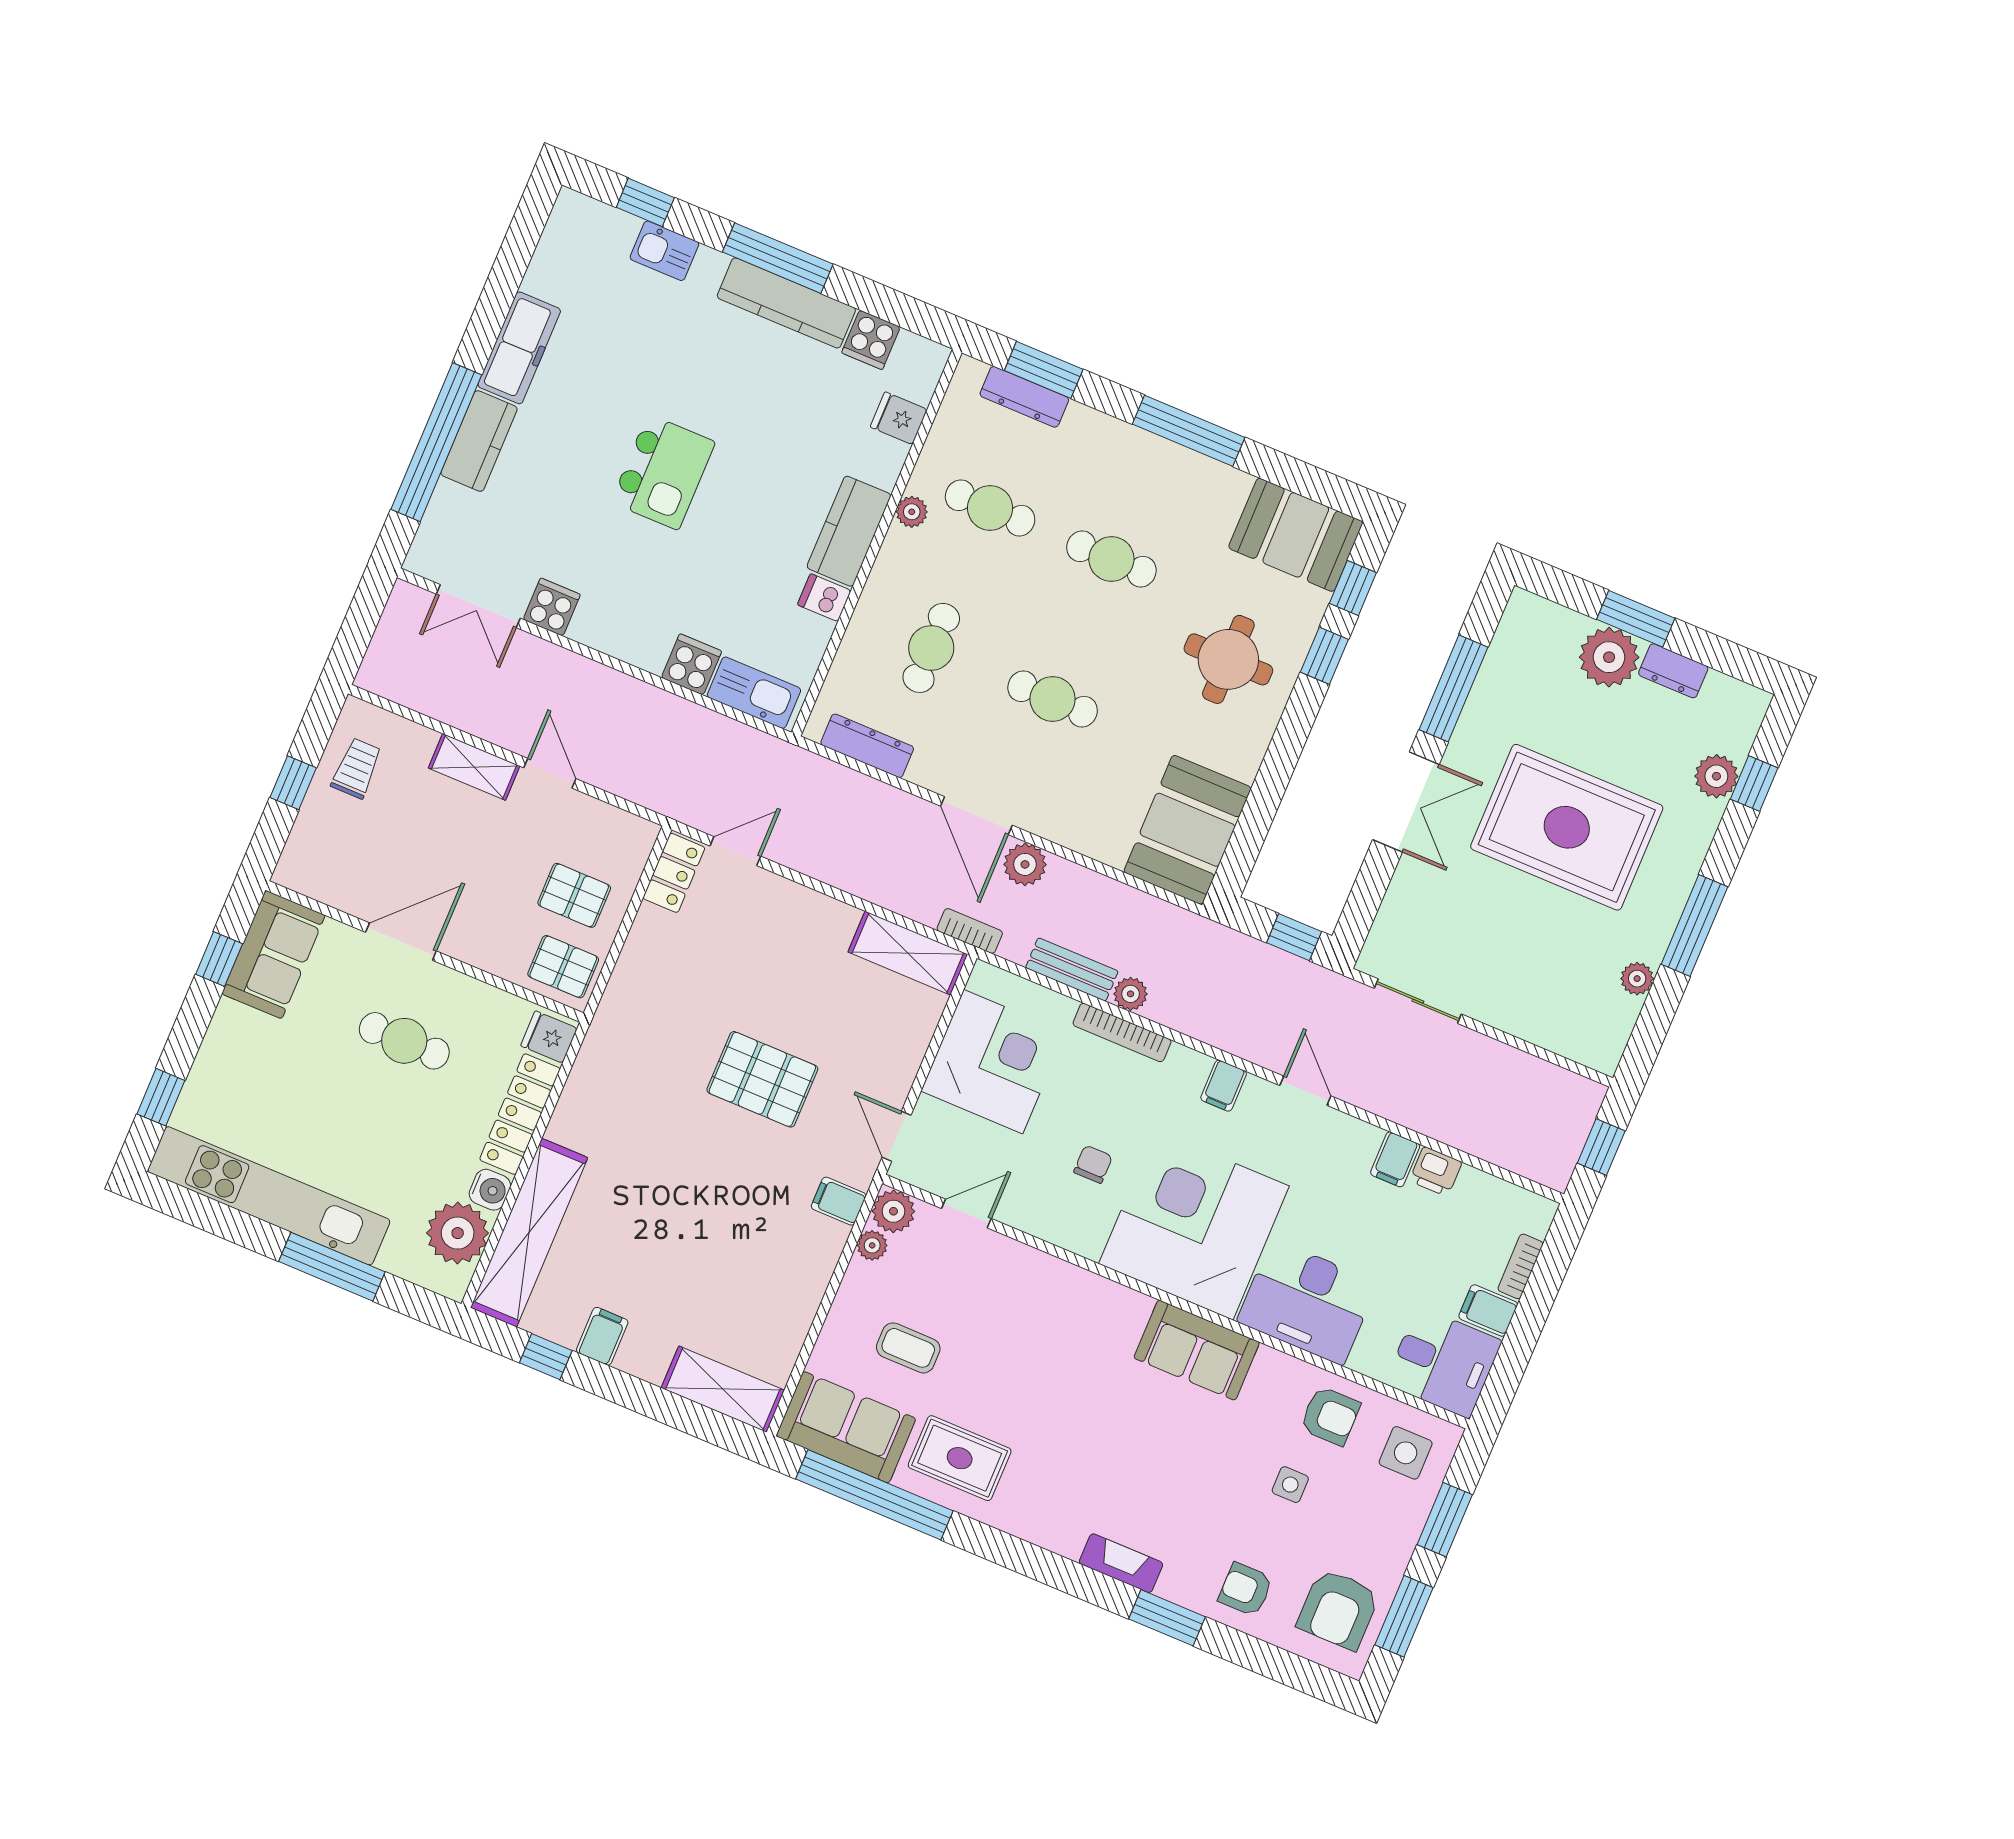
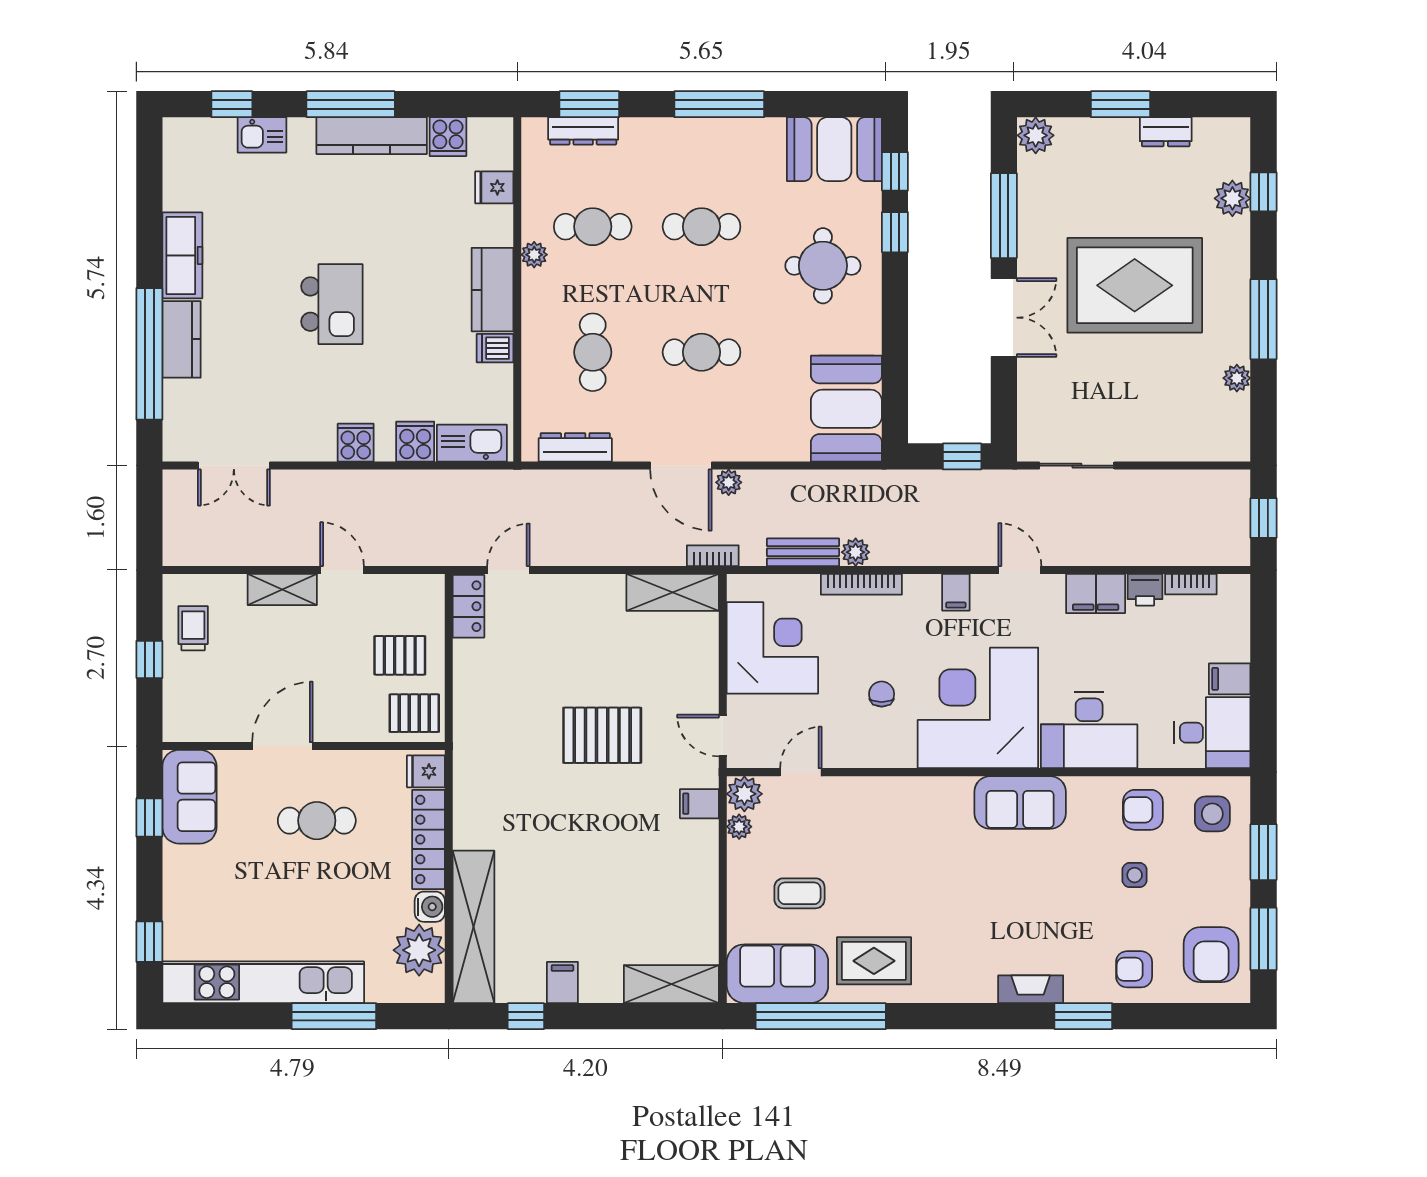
cooker: (552, 607) -> (356, 443), moved
plant: (1609, 657) -> (1036, 135), moved, width x0.73, depth x0.73
plant: (1025, 864) -> (729, 482), width x0.73, depth x0.73
filing cabinet: (1395, 1159) -> (1096, 593), width x2.00
bookcase: (1520, 1266) -> (1191, 584), moved, turned -90
armchair: (1330, 1416) -> (1143, 810), turned 180

